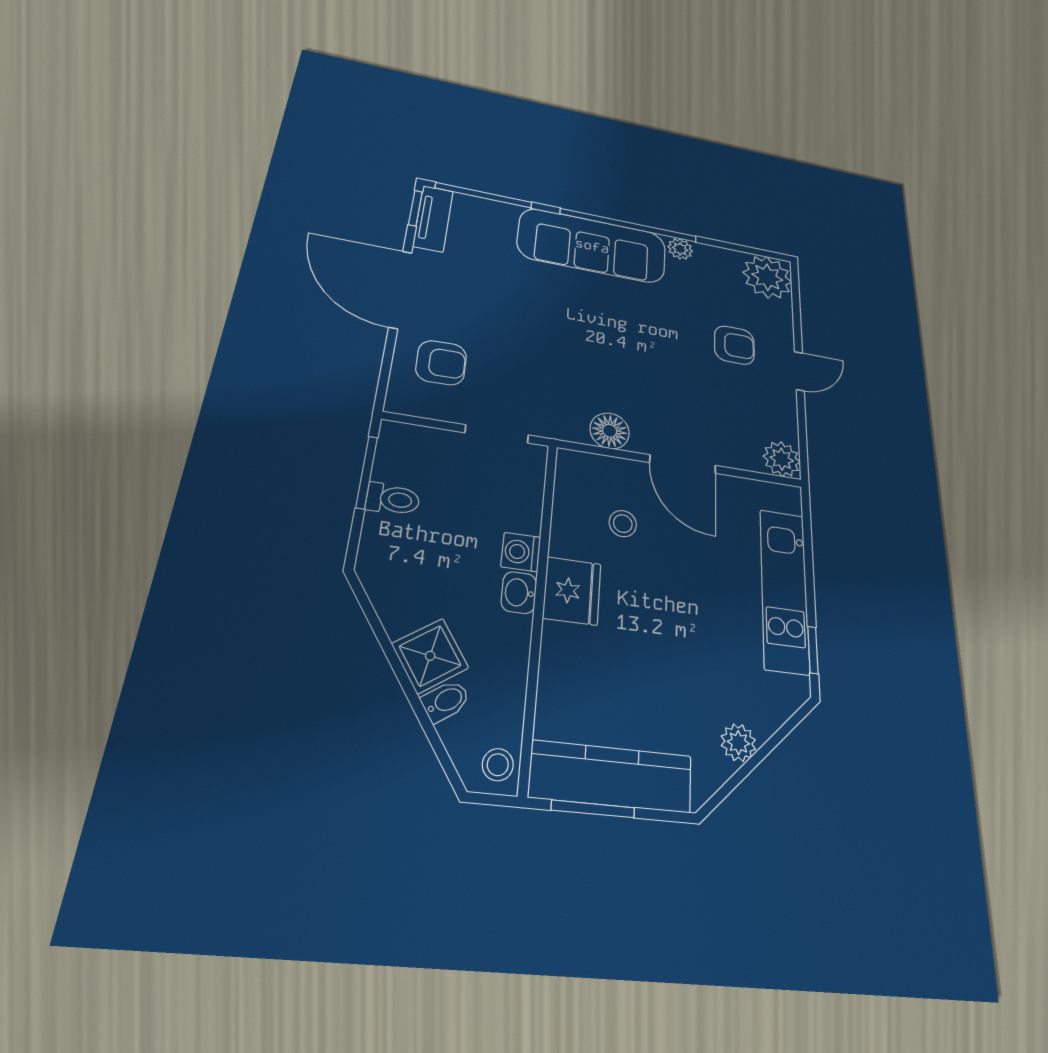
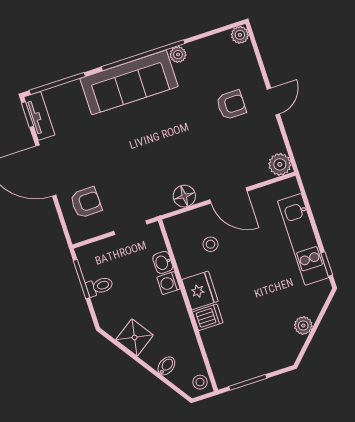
plant: (767, 277) -> (240, 35), width x0.53, depth x0.53
washbasin: (519, 593) -> (163, 262), moved
dishwasher: (566, 645) -> (208, 317), added
shower: (430, 656) -> (135, 337), moved
kitchen counter: (611, 776) -> (250, 366), removed

